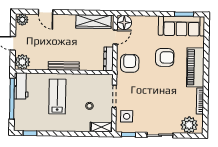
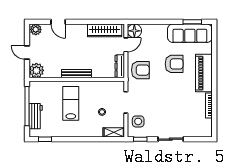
armchair: (130, 63) -> (140, 70), turned 90
workbench: (21, 86) -> (36, 116), moved
plant: (189, 125) -> (199, 129), removed

